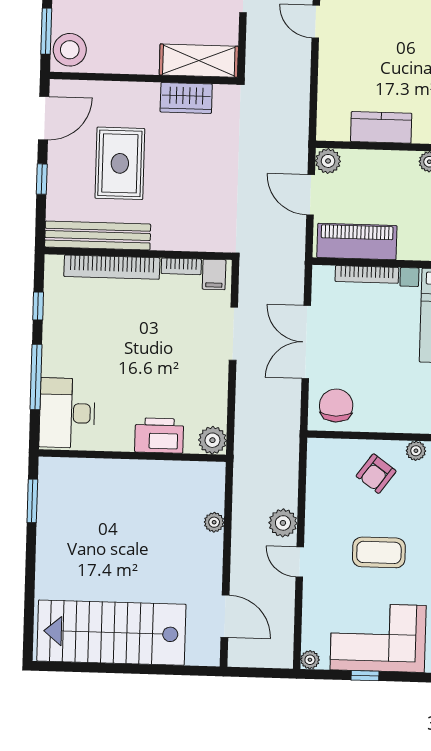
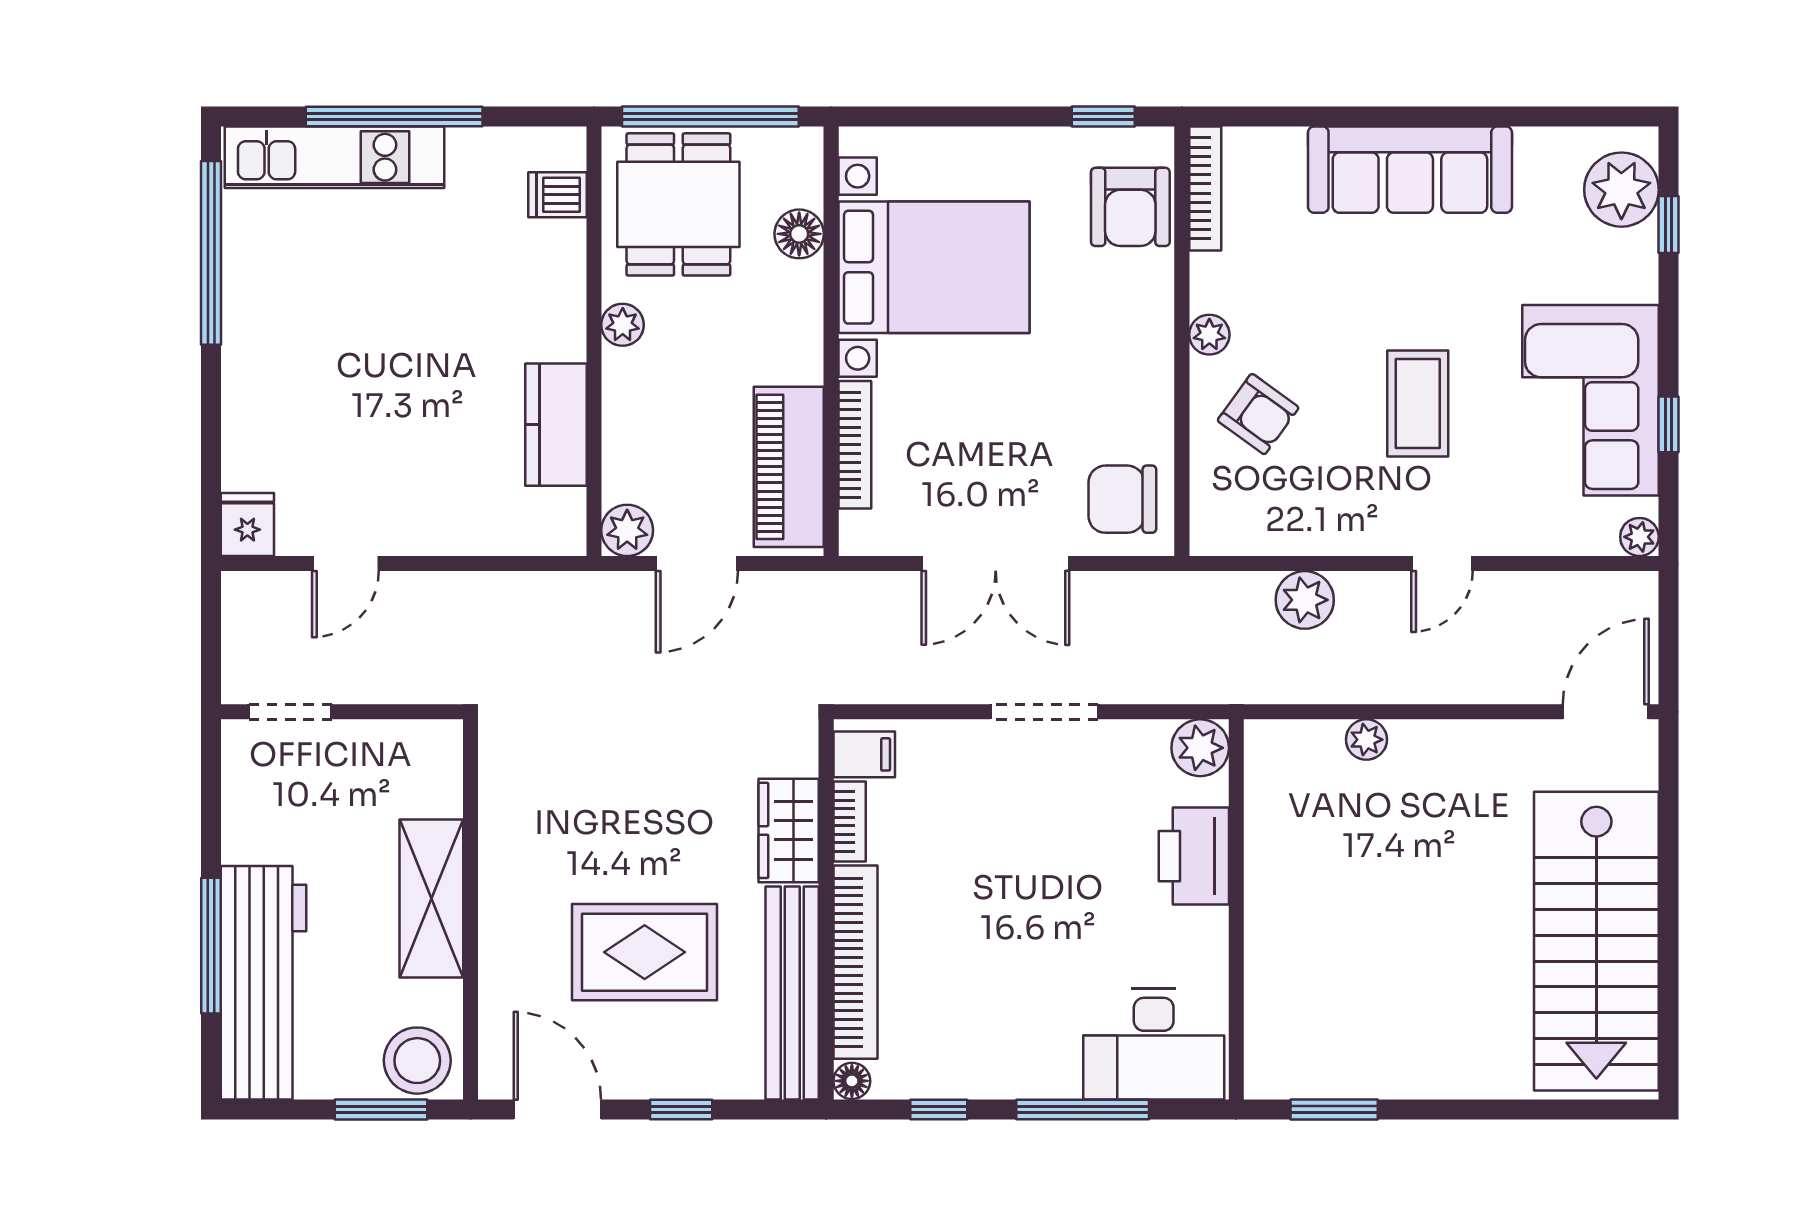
shelving: (199, 61) -> (431, 898), moved
wardrobe: (186, 98) -> (789, 830), moved, turned 180
floor lamp: (53, 264) -> (852, 1081), added
doorway: (233, 334) -> (1044, 712), moved
plant: (283, 523) -> (1305, 600), moved
door: (225, 616) -> (1606, 712), moved

